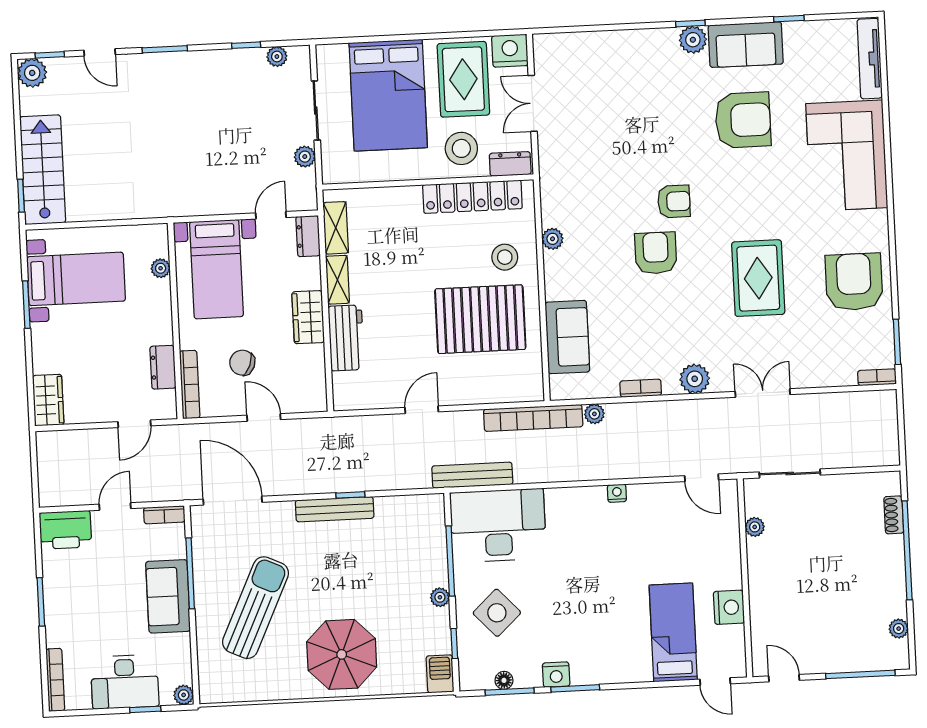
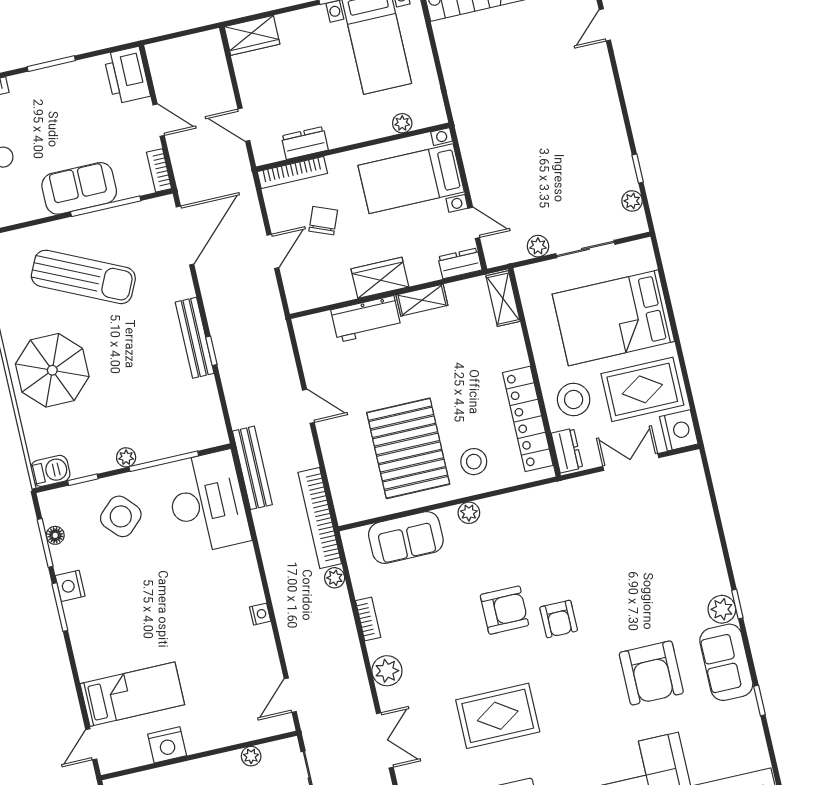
window: (165, 49) -> (619, 89), removed
shelving: (336, 228) -> (503, 299), moved, turned 90
plant: (553, 239) -> (469, 513), moved

